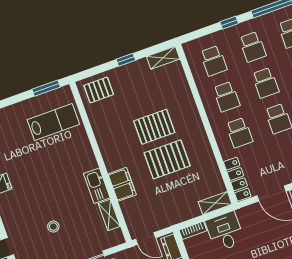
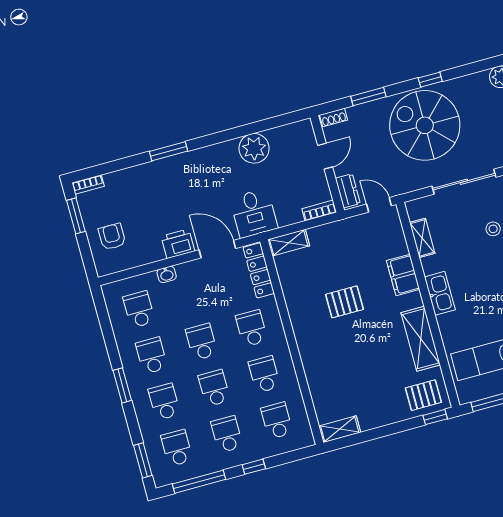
window: (126, 60) -> (435, 417), moved
pallet: (154, 127) -> (357, 344), removed
shelving: (104, 135) -> (421, 339), added
pallet: (167, 159) -> (344, 302), width x0.67, depth x0.71
kitchen sink: (97, 186) -> (440, 293), moved
desk: (225, 231) -> (254, 213), moved

